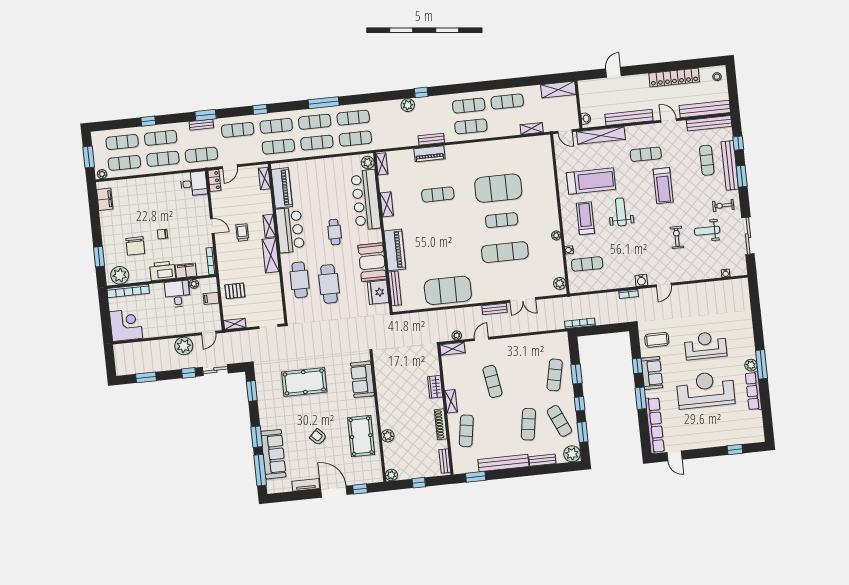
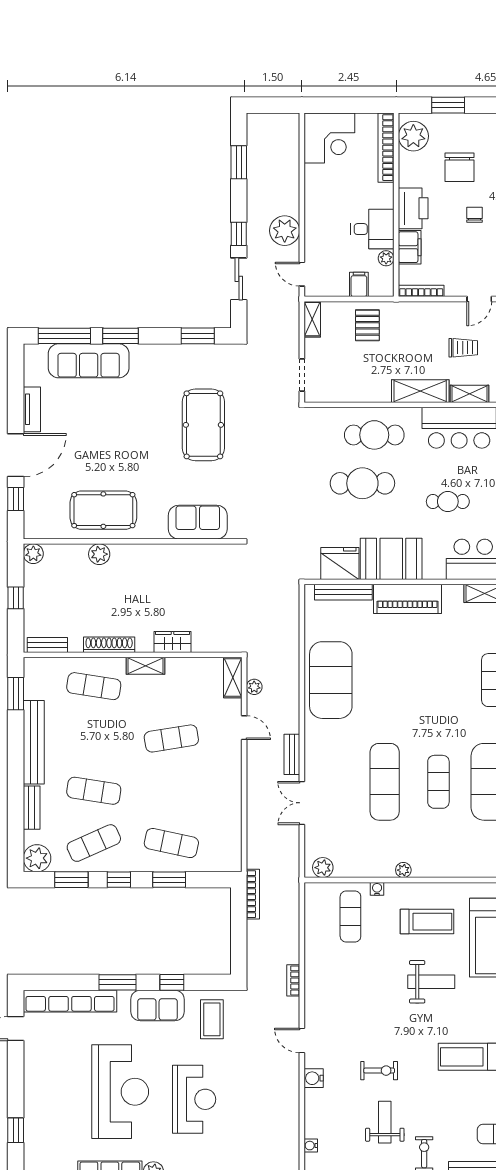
chair: (135, 246) -> (460, 167), turned -90
water cooler: (641, 280) -> (314, 1078), moved
armchair: (318, 437) -> (109, 438), removed

